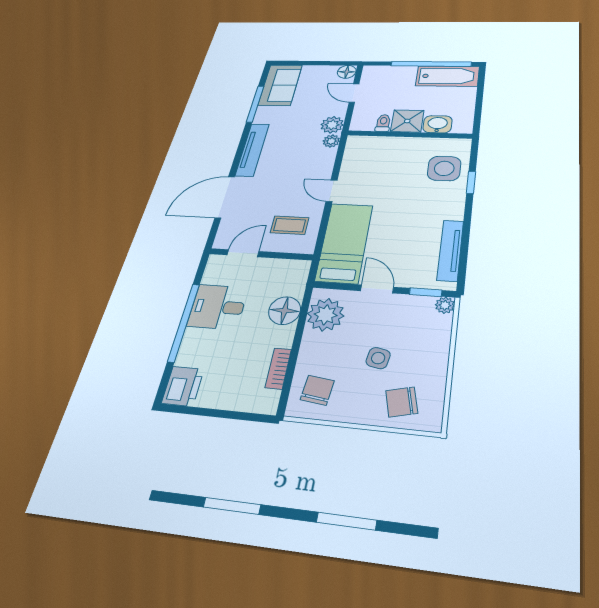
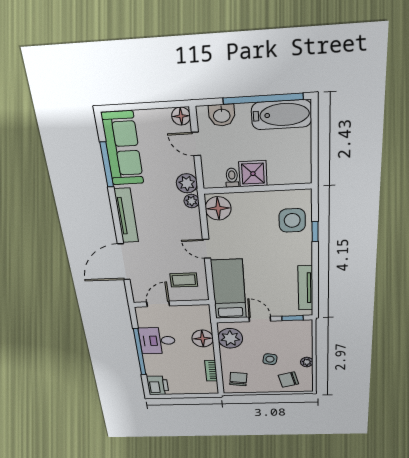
sofa: (280, 85) -> (123, 149), width x1.36
washbasin: (437, 124) -> (222, 115), moved, turned 180
floor lamp: (359, 150) -> (218, 208), added
plant: (445, 305) -> (307, 362), moved

